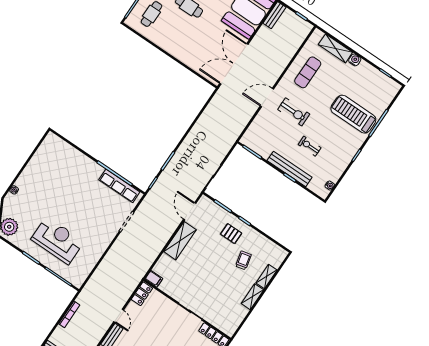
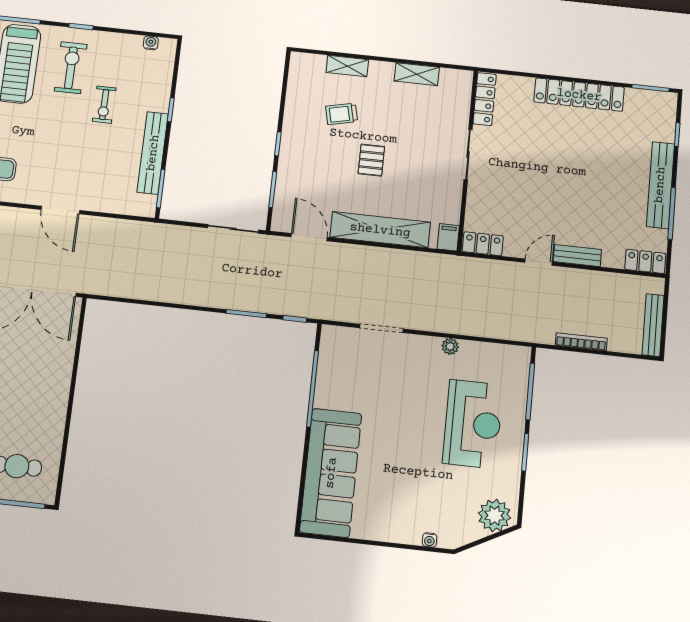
exercise bike: (294, 112) -> (71, 68), moved
sofa: (70, 160) -> (331, 473), added
bench: (290, 169) -> (153, 153), moved
row of seats: (119, 186) -> (329, 370), removed
door: (190, 211) -> (309, 237), swing flipped
pallet: (231, 234) -> (371, 160), moved
reception desk: (57, 240) -> (473, 424), turned 180
shelving: (180, 241) -> (380, 230), width x1.47
plant: (100, 250) -> (450, 346), added
shelving: (252, 297) -> (417, 74), moved

